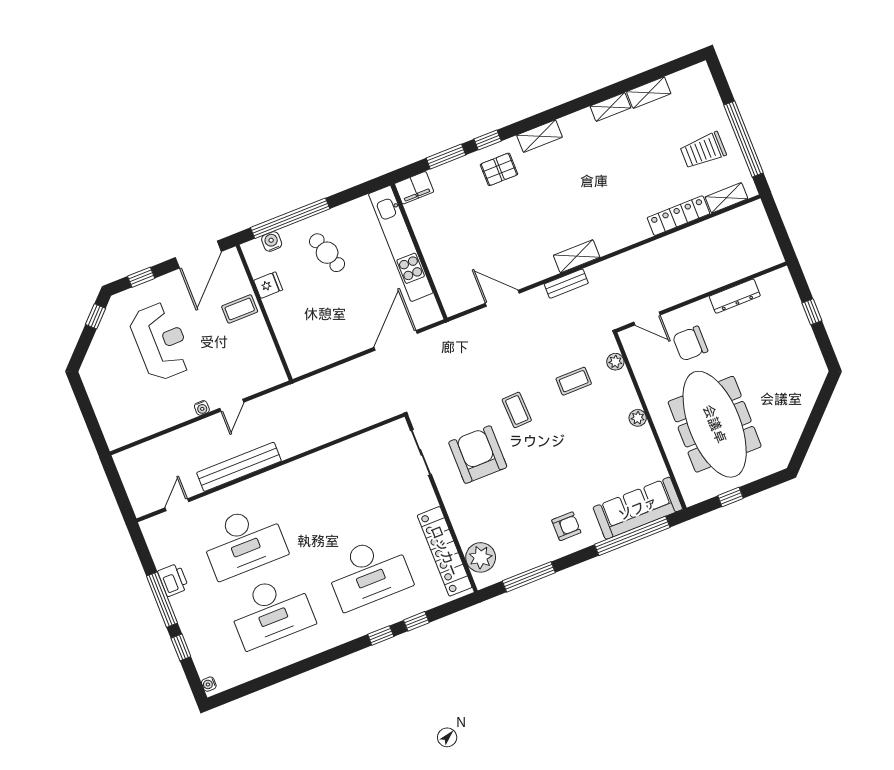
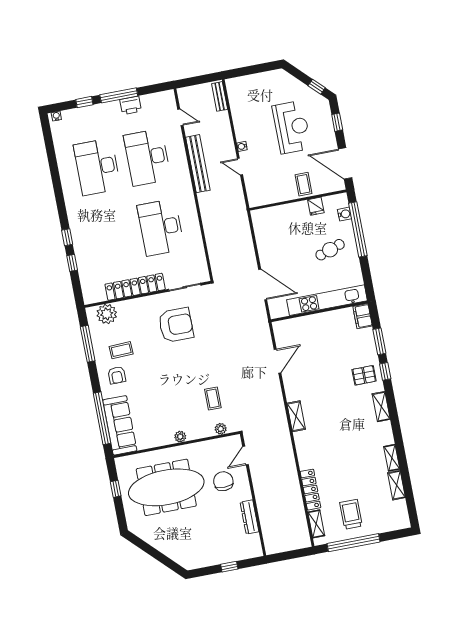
pallet: (499, 169) -> (364, 375), turned 90
bench: (566, 284) -> (220, 96), moved
reception desk: (161, 341) -> (292, 127), turned -90
coffee table: (517, 410) -> (121, 350), moved
locker: (445, 551) -> (135, 287), moved
desk: (368, 573) -> (161, 227), moved

